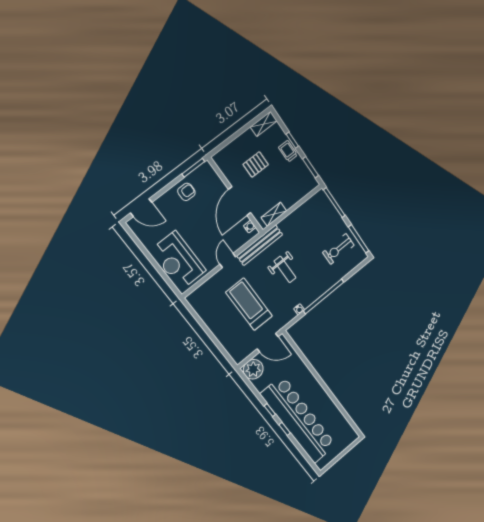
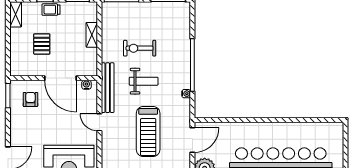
armchair: (186, 192) -> (30, 99), moved
shelving: (274, 214) -> (92, 35), moved
exercise bike: (338, 249) -> (140, 48), moved, turned 90
treadmill: (249, 304) -> (148, 131), turned -90

